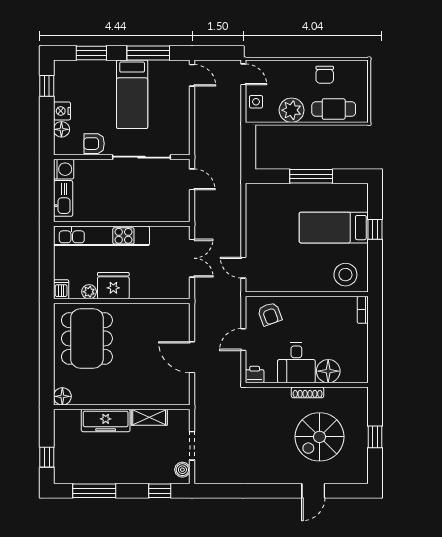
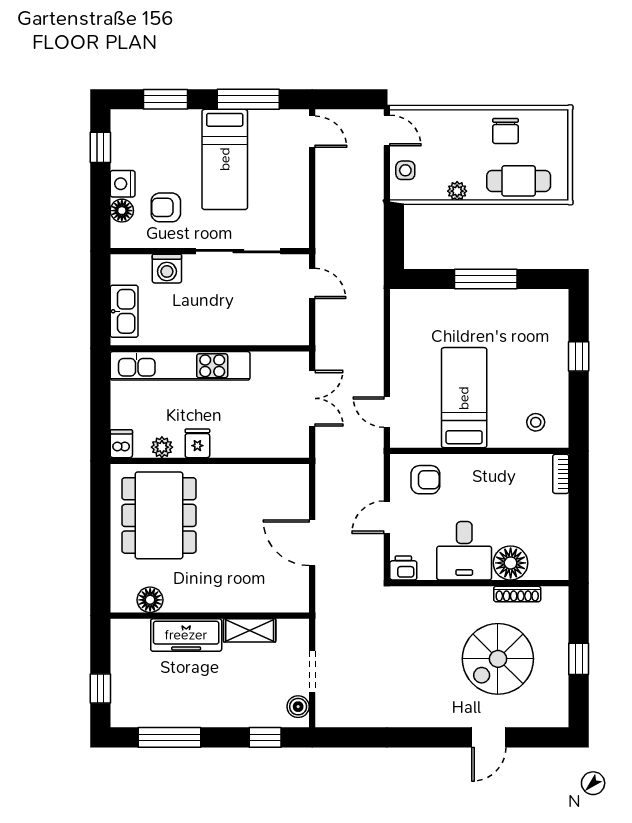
plant: (292, 110) -> (457, 191), width x0.53, depth x0.53
armchair: (94, 144) -> (166, 207), moved
washing machine: (64, 169) -> (167, 269), moved, turned 90
bed: (334, 228) -> (464, 398), moved, turned 90
stool: (345, 275) -> (536, 422), width x0.53, depth x0.53
fridge: (113, 286) -> (197, 443), width x0.53, depth x0.75
armchair: (270, 314) -> (425, 480), turned -70
shoe rack: (308, 392) -> (517, 594), moved
floor lamp: (62, 396) -> (150, 600), moved

